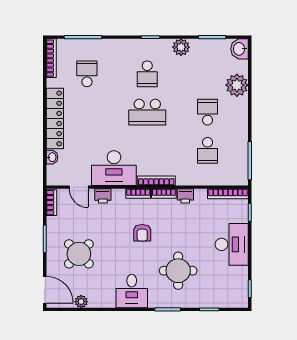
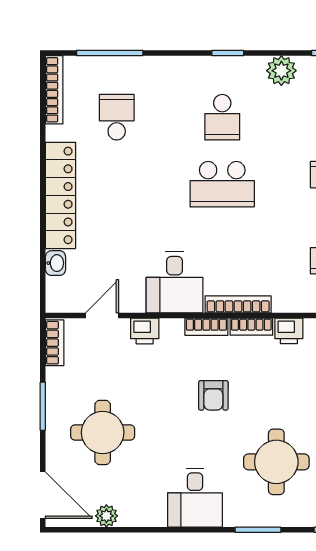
desk: (114, 168) -> (175, 282), width x0.73
door: (79, 187) -> (102, 315), swing flipped
round table: (79, 254) -> (103, 432), turned 45

